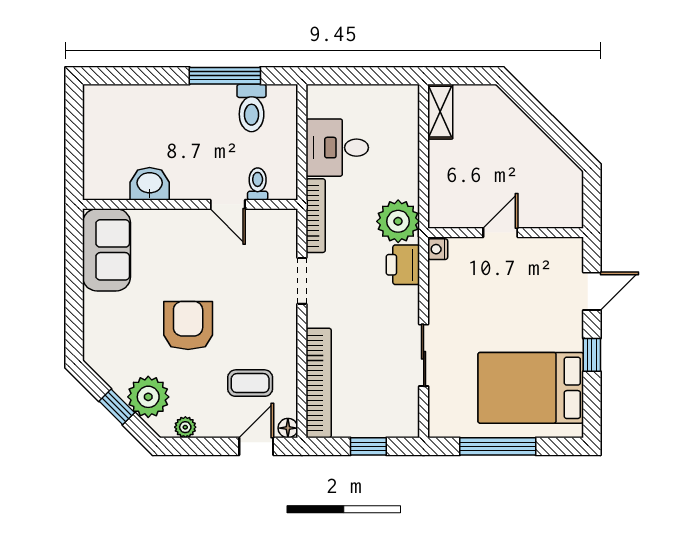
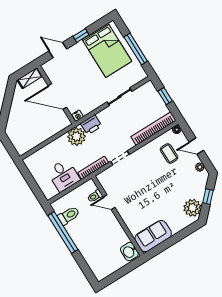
window: (225, 76) -> (63, 233), width x1.46
shelving: (440, 112) -> (30, 78), moved
washbasin: (150, 184) -> (129, 252), moved
door: (228, 204) -> (109, 202), swing flipped
door: (500, 233) -> (57, 97), width x1.88
armchair: (188, 326) -> (162, 189), removed
plant: (148, 397) -> (192, 208), moved
door: (256, 446) -> (196, 146), moved

